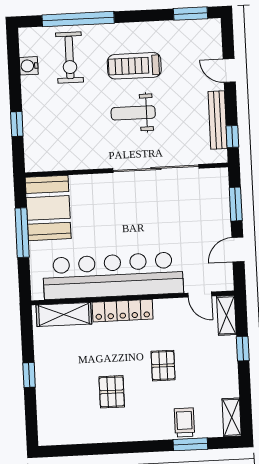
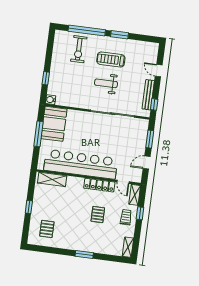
window: (190, 14) -> (119, 35), moved
water cooler: (29, 66) -> (51, 100), moved
locker: (123, 311) -> (99, 185), moved
pallet: (112, 392) -> (47, 229), moved
trolley: (184, 422) -> (126, 217), moved
window: (190, 444) -> (84, 254), moved

